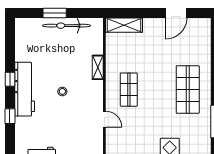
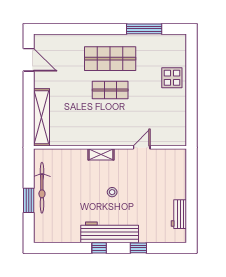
door: (176, 13) -> (29, 60), moved
shelving: (124, 25) -> (42, 117), width x1.47
shelving: (98, 67) -> (101, 154), moved
shop shelf: (129, 90) -> (110, 90), moved

